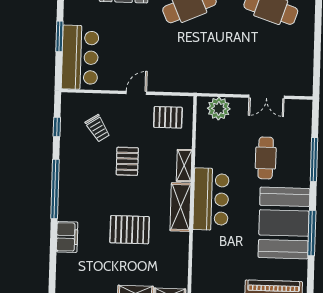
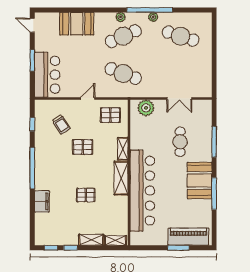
cafe table: (188, 59) -> (123, 74), added
pallet: (127, 161) -> (83, 147), turned 90
bar counter: (211, 199) -> (142, 191), width x1.86
booth: (284, 223) -> (200, 181), width x0.73, depth x0.70
pallet: (130, 230) -> (86, 195), width x0.67, depth x0.71

